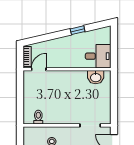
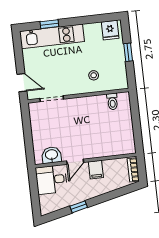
filing cabinet: (59, 60) -> (96, 170), added
door: (39, 69) -> (75, 162), moved

